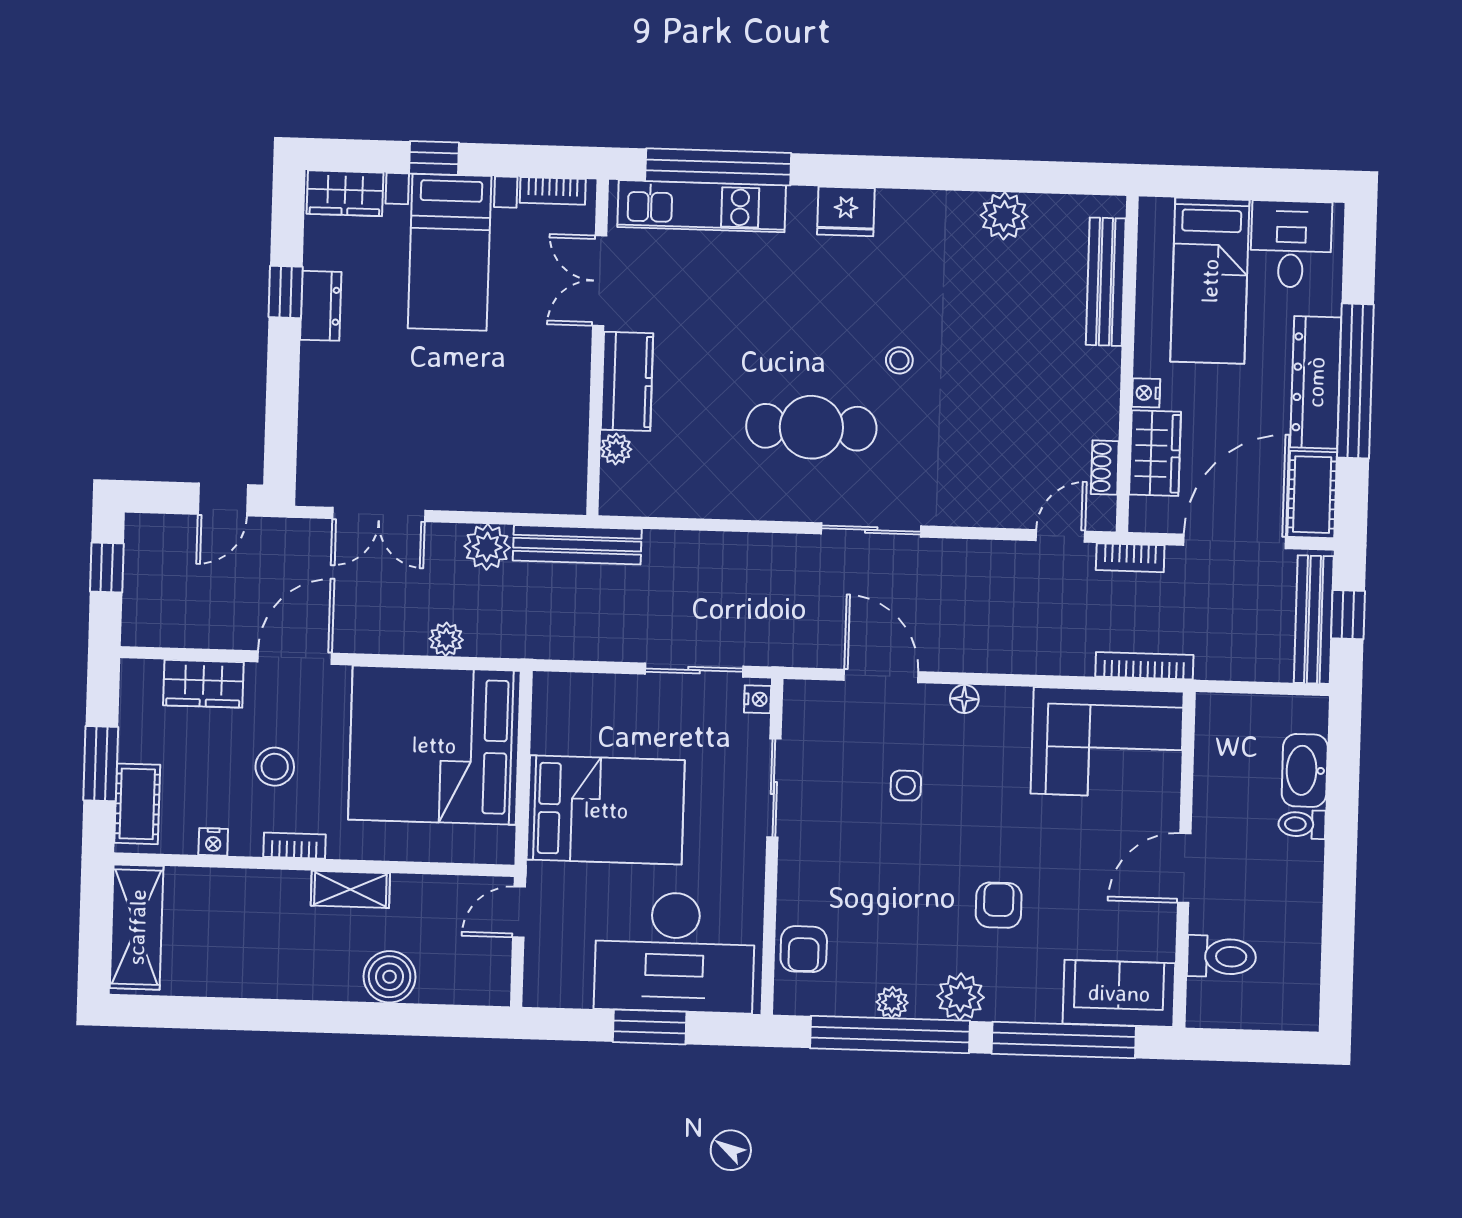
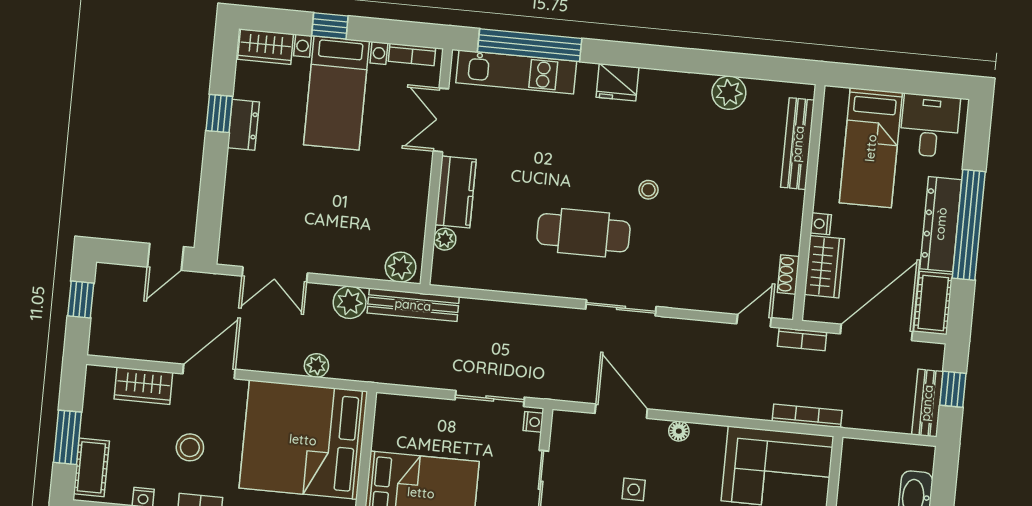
plant: (556, 493) -> (401, 267), added
bench: (1314, 620) -> (927, 403), width x0.73

